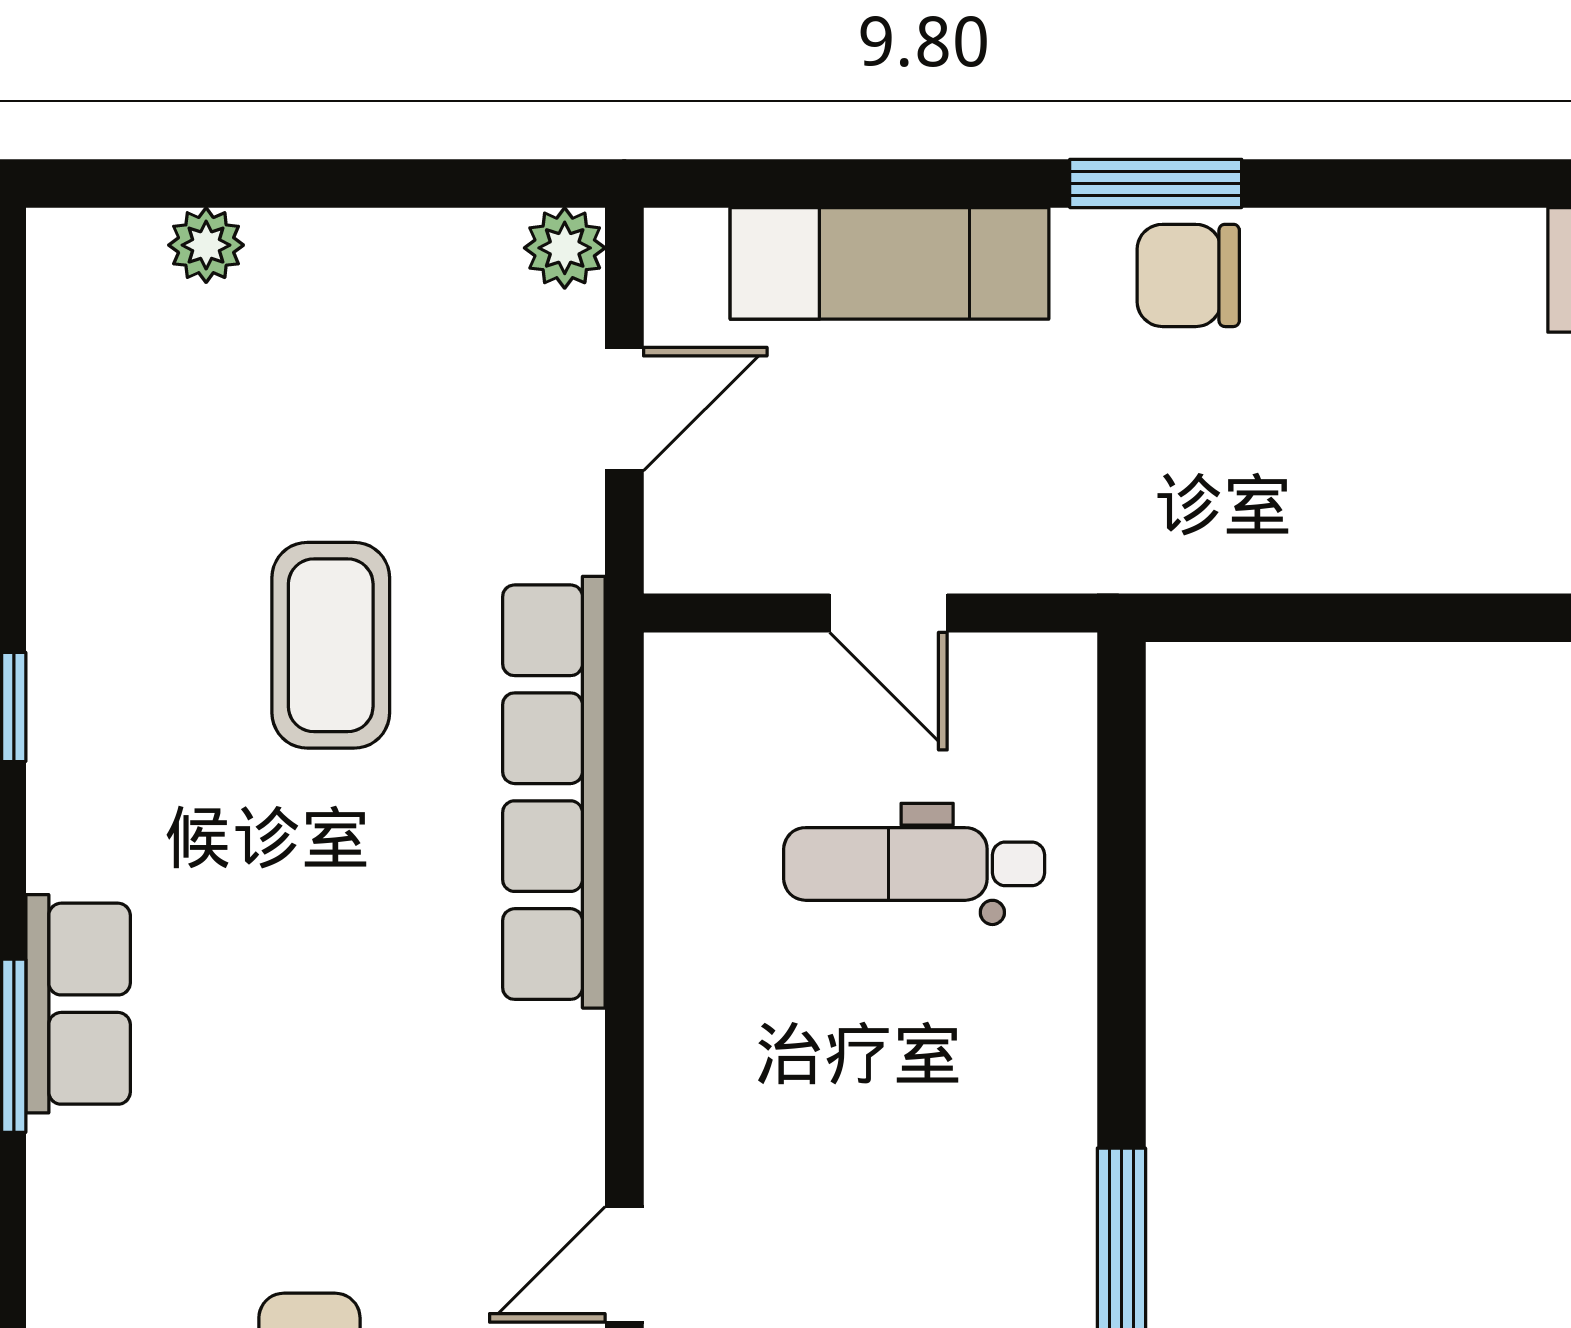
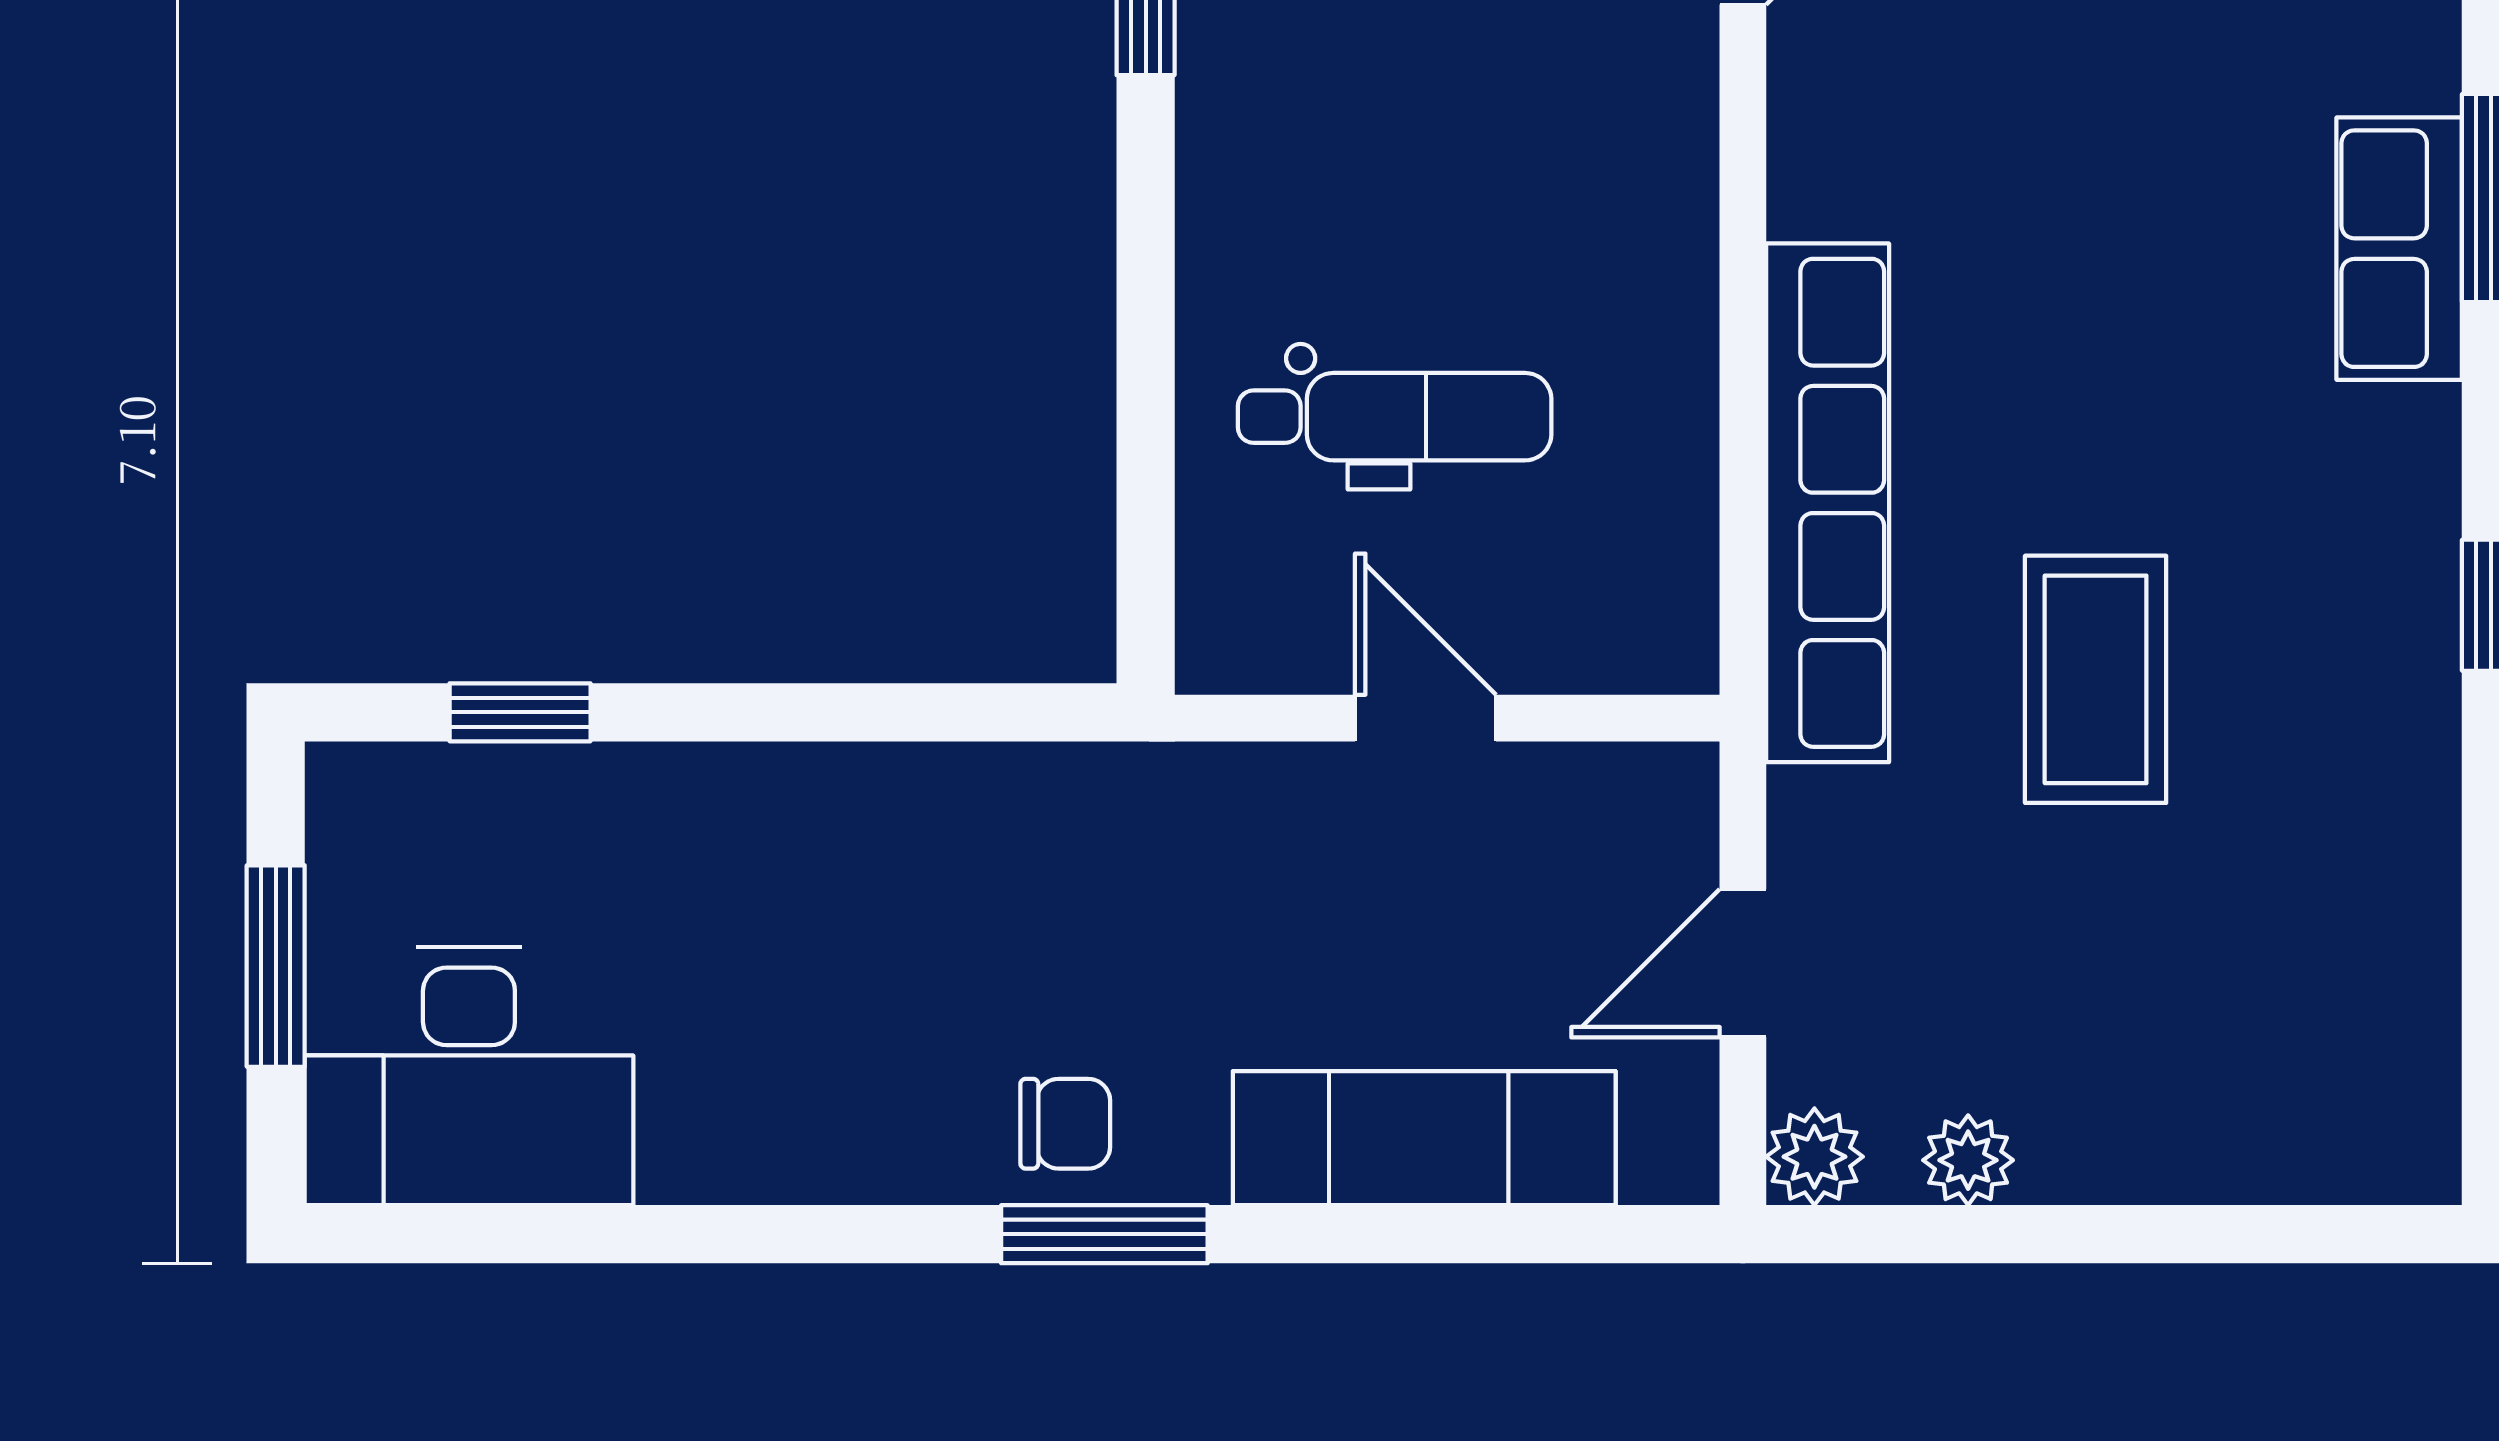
plant: (206, 245) -> (1968, 1160), moved
chair: (1188, 275) -> (1065, 1124), width x0.73, depth x0.73

